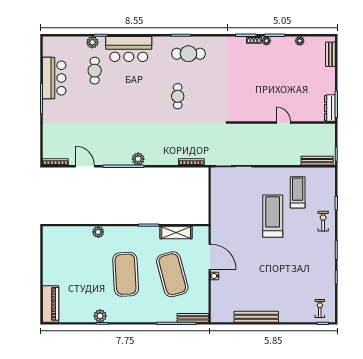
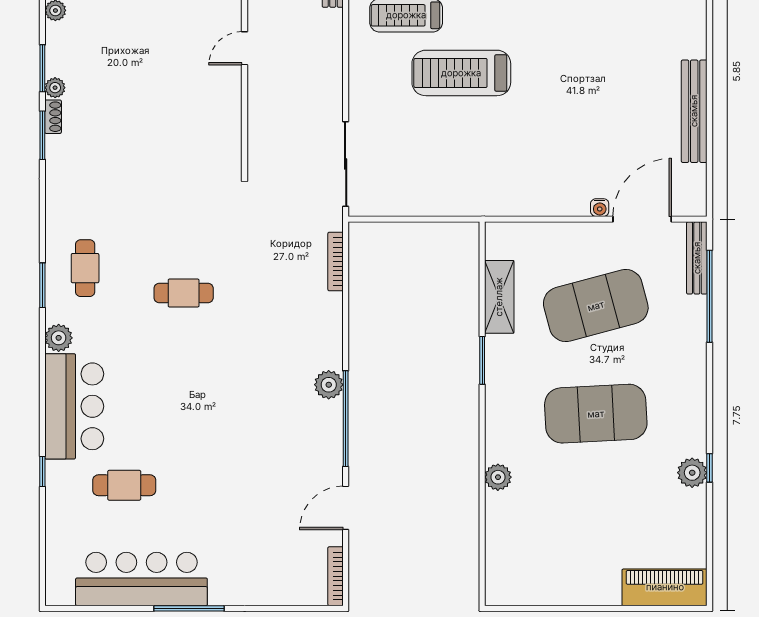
plant: (92, 42) -> (59, 338), moved
cafe table: (188, 54) -> (85, 268), width x0.73, depth x0.74
bar counter: (54, 78) -> (141, 579), width x1.36
door: (210, 257) -> (642, 219), moved

